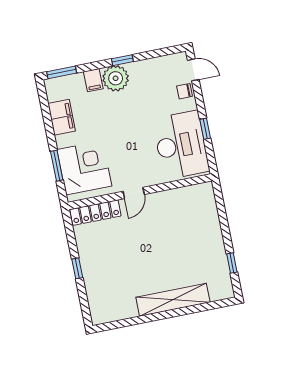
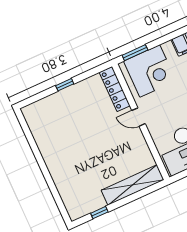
window: (57, 166) -> (135, 53), moved
shelving: (173, 300) -> (133, 185), moved, turned 90

